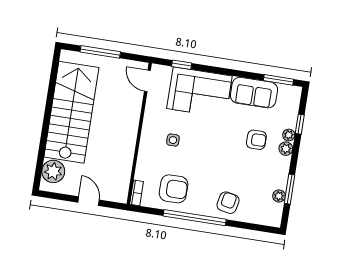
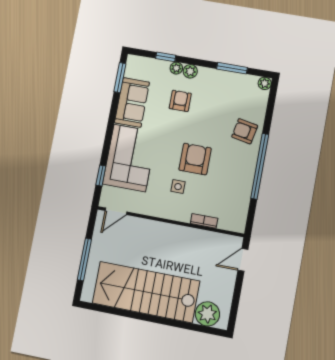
armchair: (174, 189) -> (195, 159), moved
bookcase: (137, 193) -> (204, 221), moved
plant: (279, 196) -> (265, 83), moved
door: (89, 201) -> (243, 260), moved

